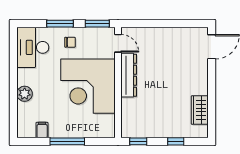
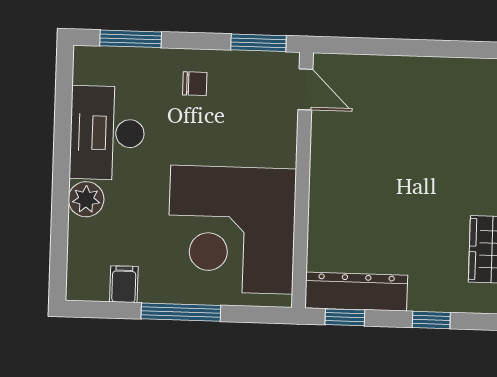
window: (60, 24) -> (131, 39), moved
desk: (33, 47) -> (107, 133), moved
dresser: (129, 75) -> (356, 292), moved, turned -90
corner desk: (88, 86) -> (232, 230), moved

